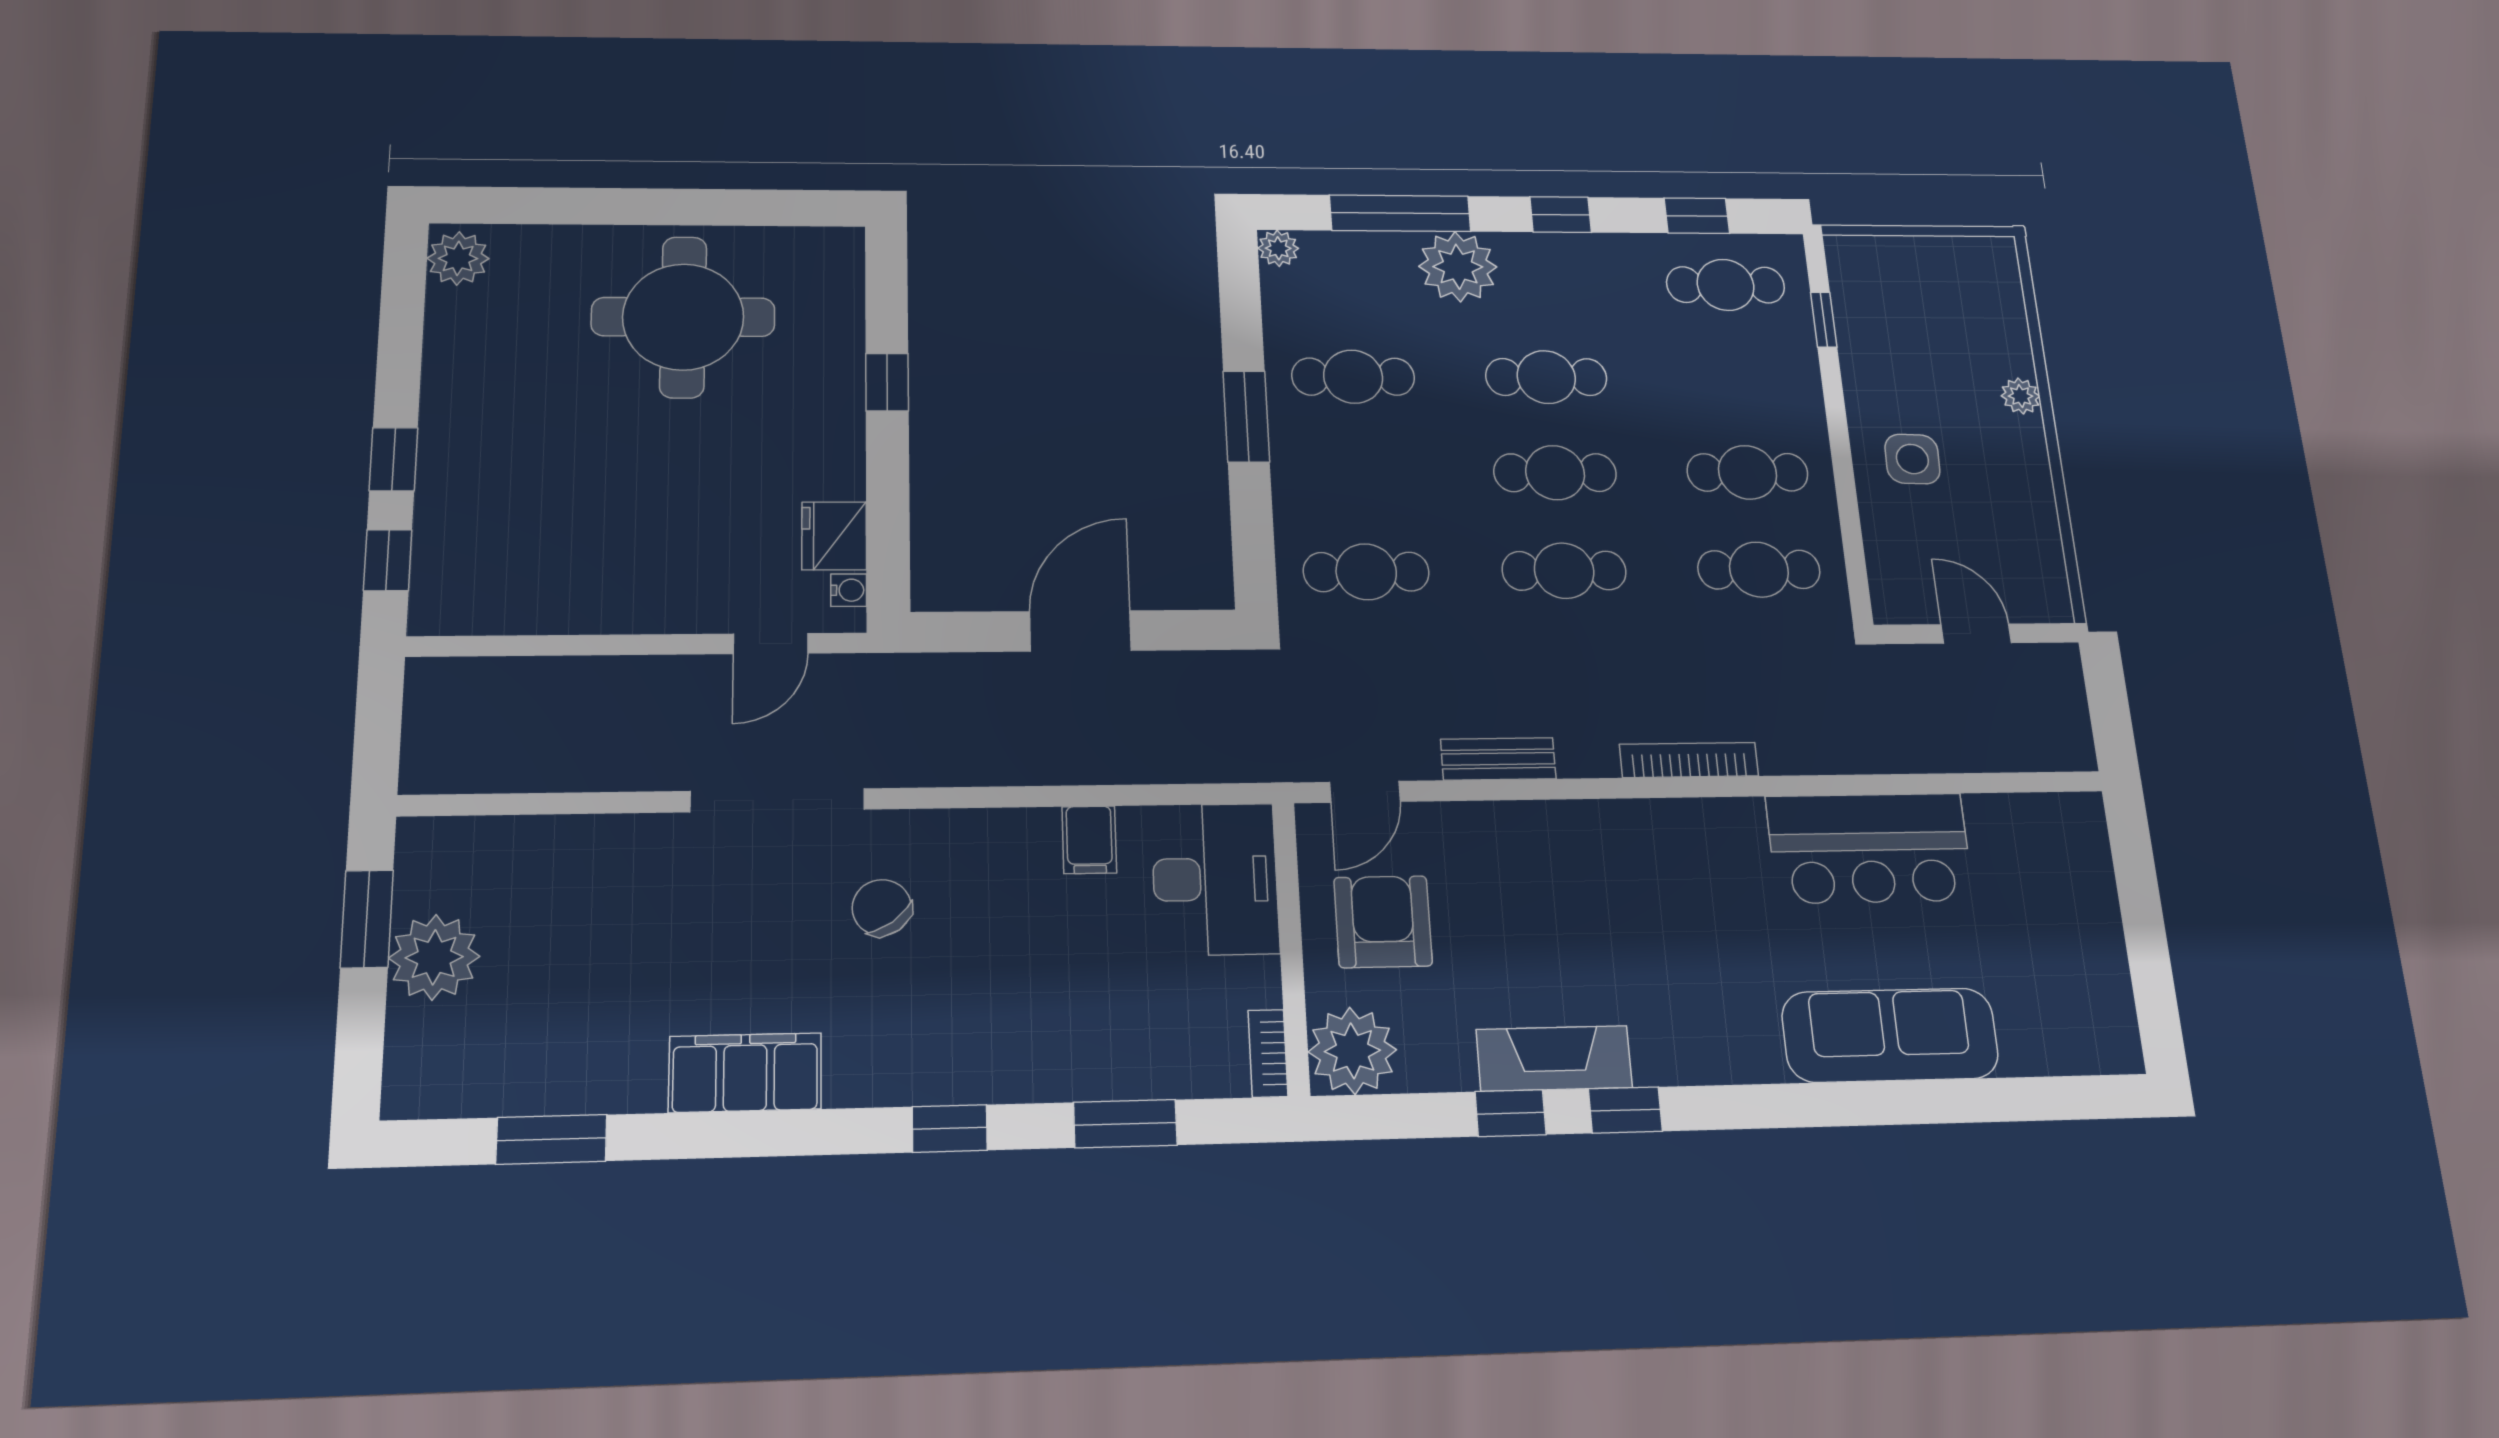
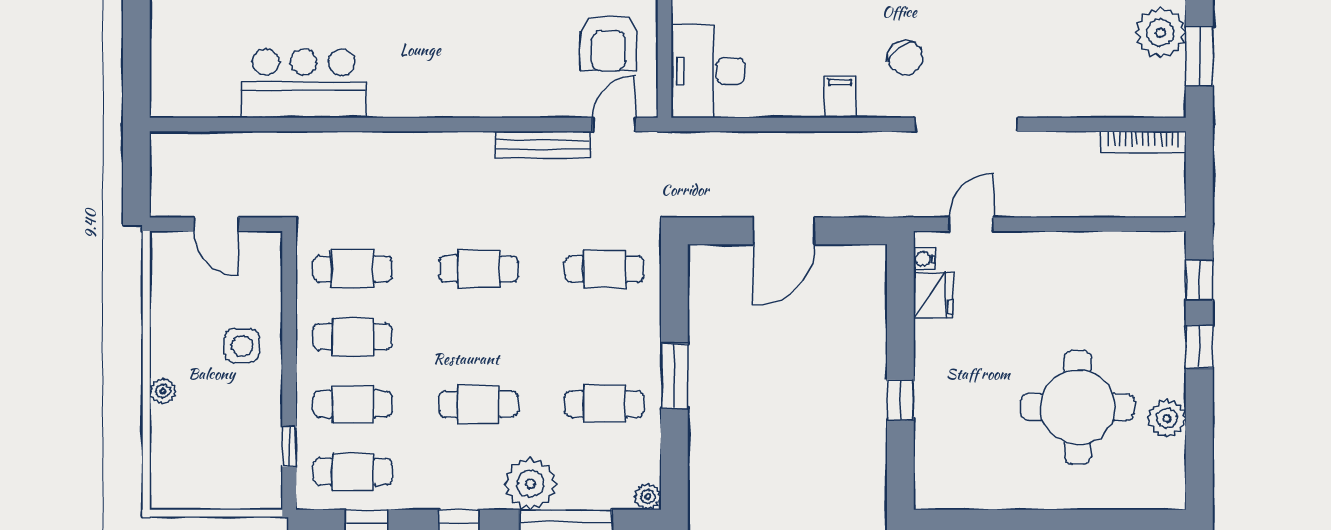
plant: (458, 258) -> (1167, 418), moved
round table: (683, 317) -> (1077, 407), moved
cafe table: (1555, 473) -> (353, 404), moved
bench: (1498, 759) -> (543, 144), width x1.36
bookcase: (1689, 760) -> (1143, 142), moved
filing cabinet: (1089, 840) -> (840, 97), moved

